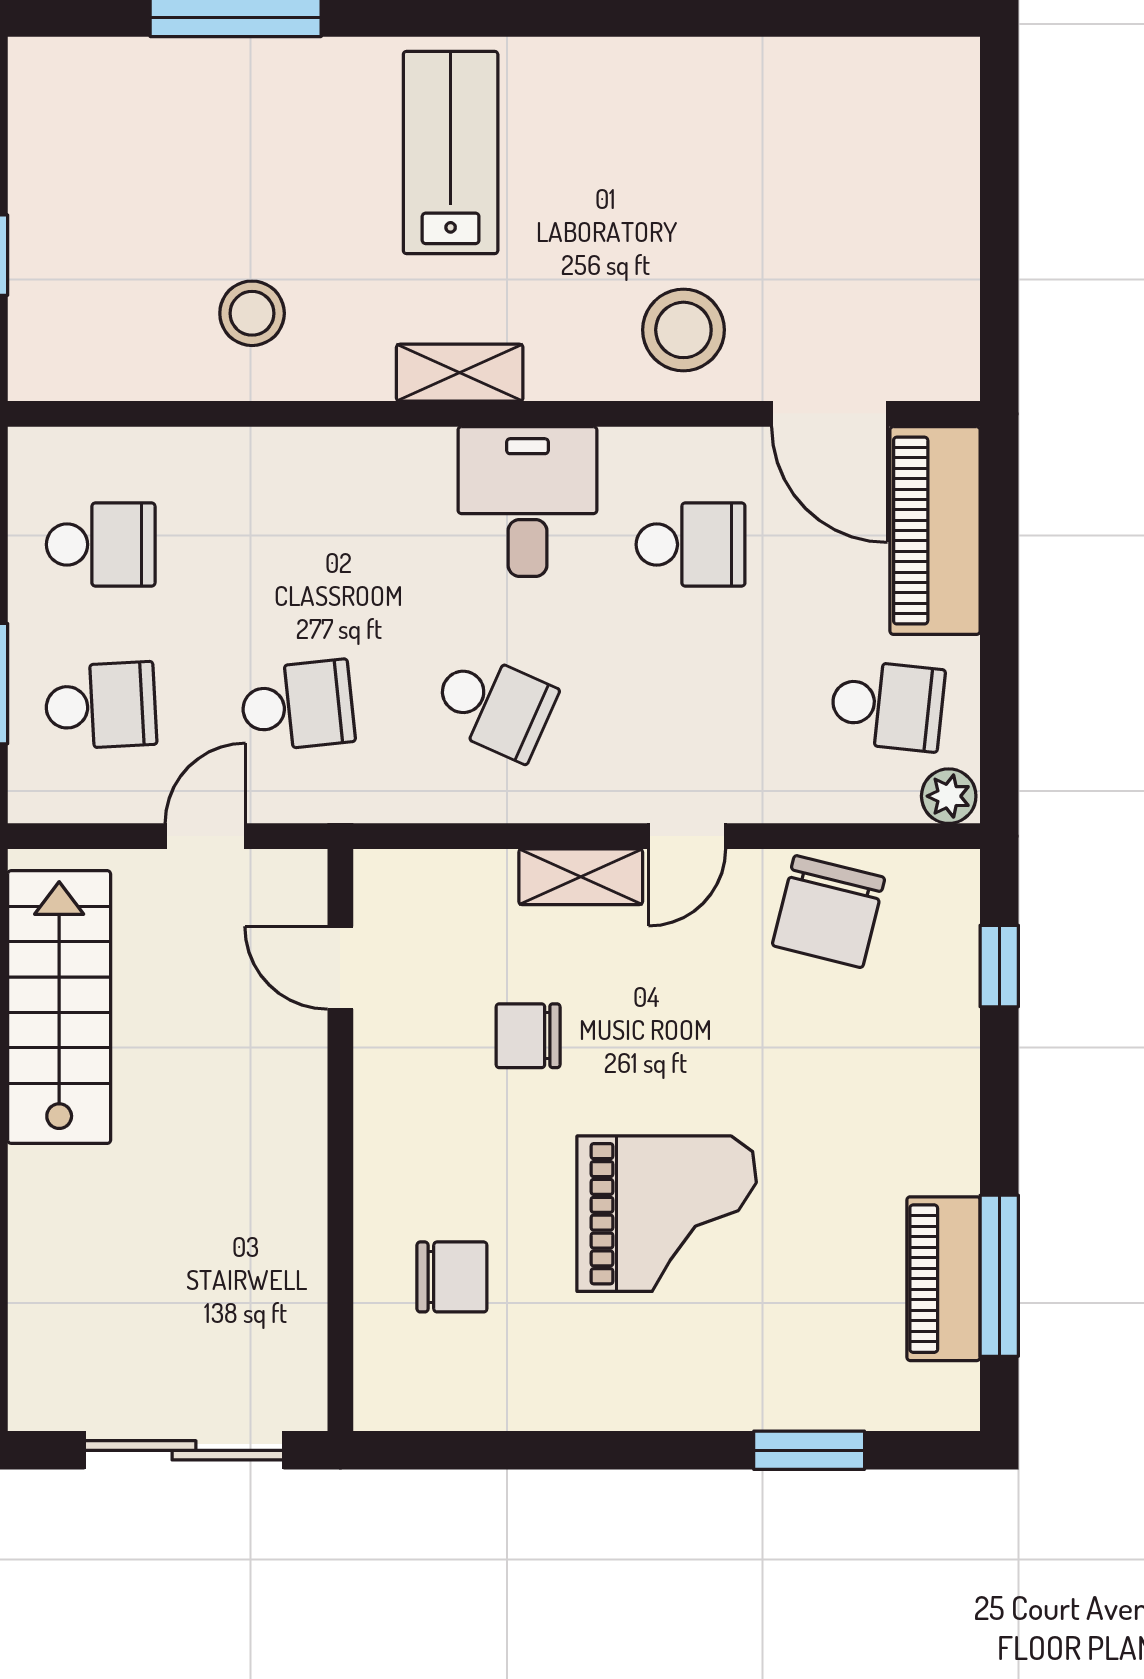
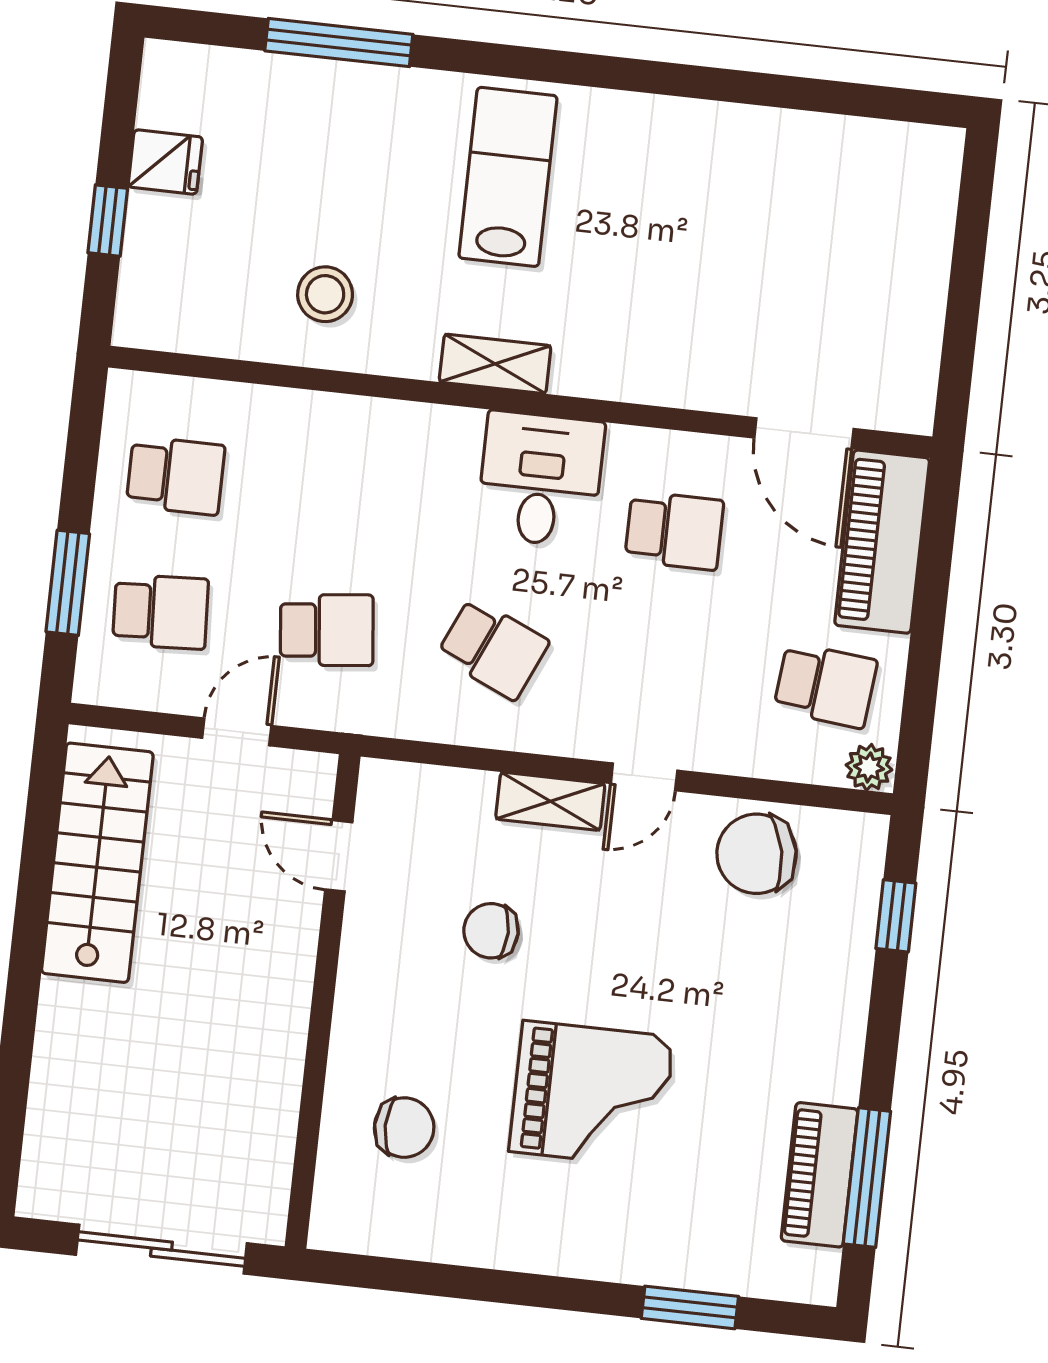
fridge: (48, 179) -> (165, 162), added
stool: (683, 330) -> (688, 349), removed
chair: (829, 912) -> (757, 854), turned 65

